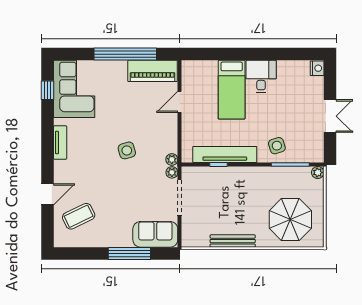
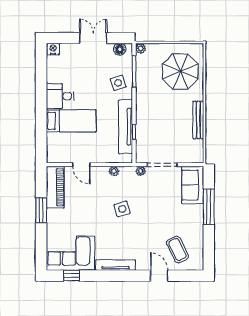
window: (125, 54) -> (41, 210), width x0.47
tv unit: (60, 143) -> (116, 265), width x1.41
floor lamp: (317, 148) -> (120, 49), added
plant: (172, 159) -> (114, 171), moved

